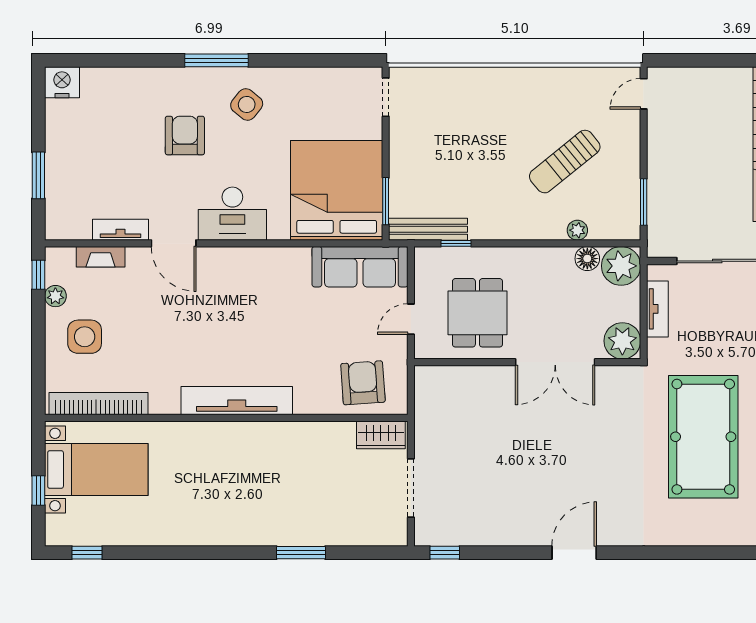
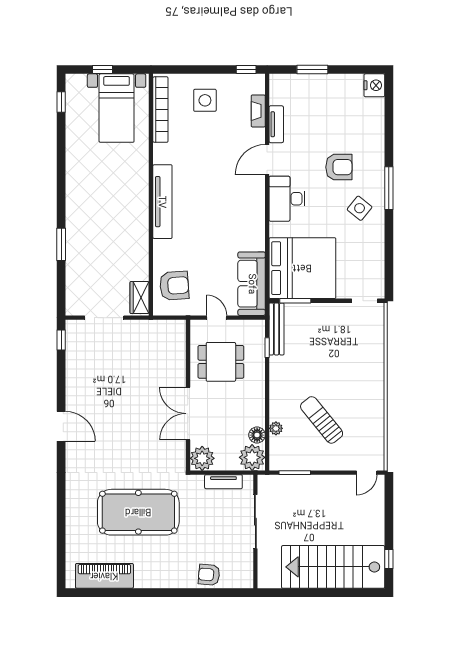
door: (644, 94) -> (367, 473), swing flipped
plant: (55, 296) -> (232, 81), removed

